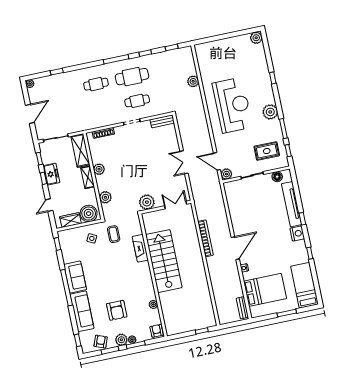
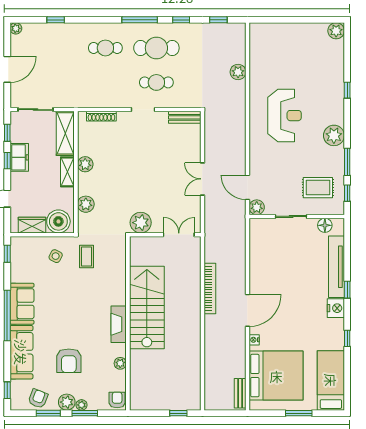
reception desk: (232, 105) -> (285, 116), width x0.74, depth x0.77
fireplace: (140, 248) -> (119, 324), moved
bed: (265, 290) -> (276, 376), width x1.36

